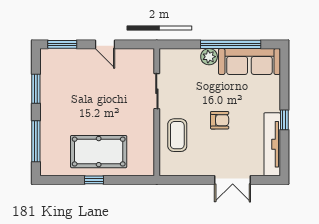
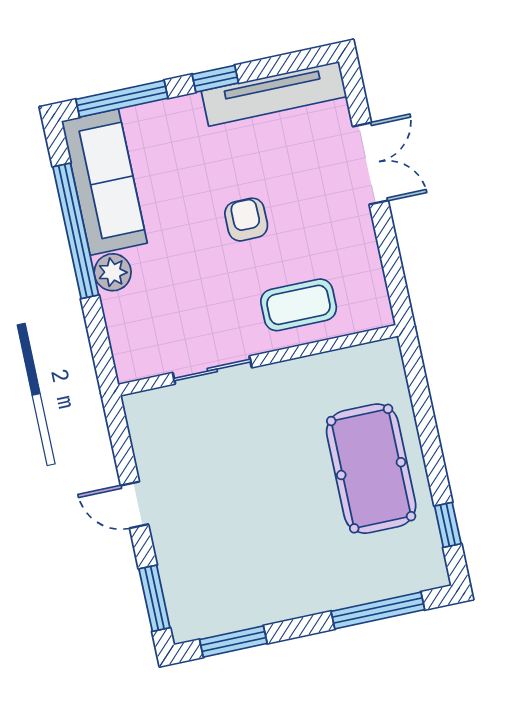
door: (105, 44) -> (134, 505), swing flipped
window: (284, 77) -> (122, 99), added
window: (36, 89) -> (233, 641), moved
window: (94, 180) -> (448, 525), moved

